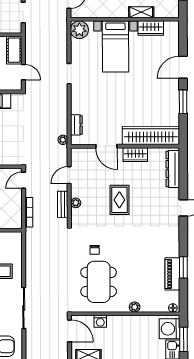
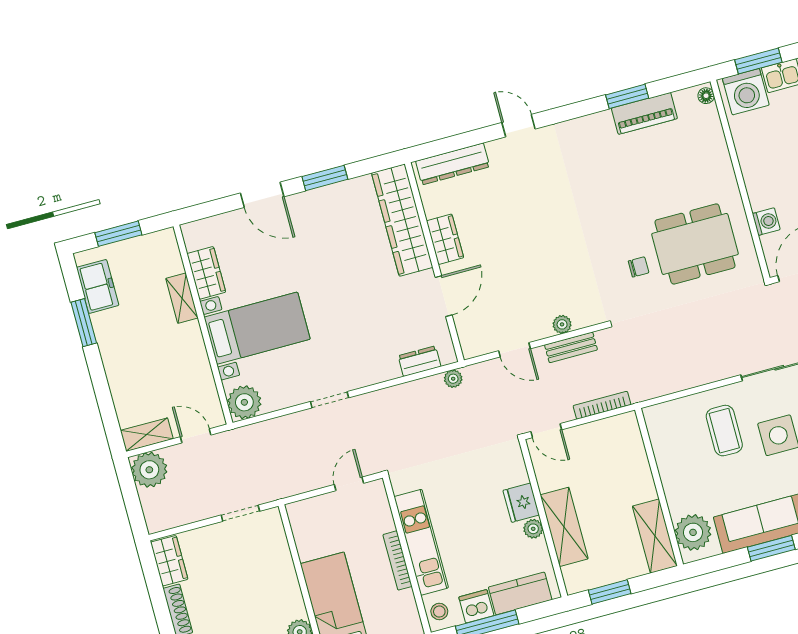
cot: (14, 50) -> (313, 511), removed
rug: (119, 200) -> (535, 246), removed
plant: (135, 307) -> (723, 166), removed

